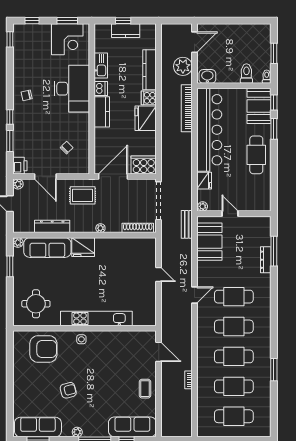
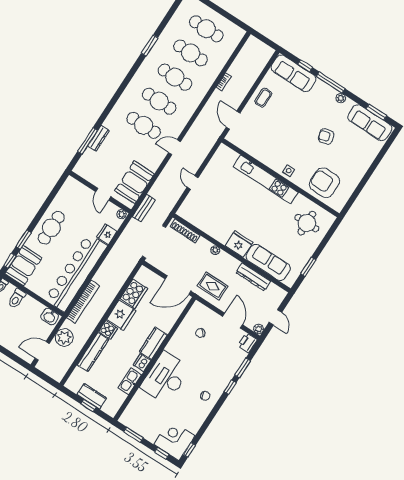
corner desk: (67, 39) -> (174, 440), moved
cooker: (144, 165) -> (134, 294), moved, turned -90
plant: (18, 242) -> (289, 282), removed

